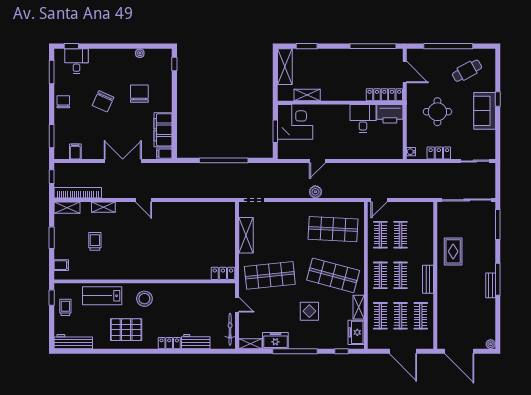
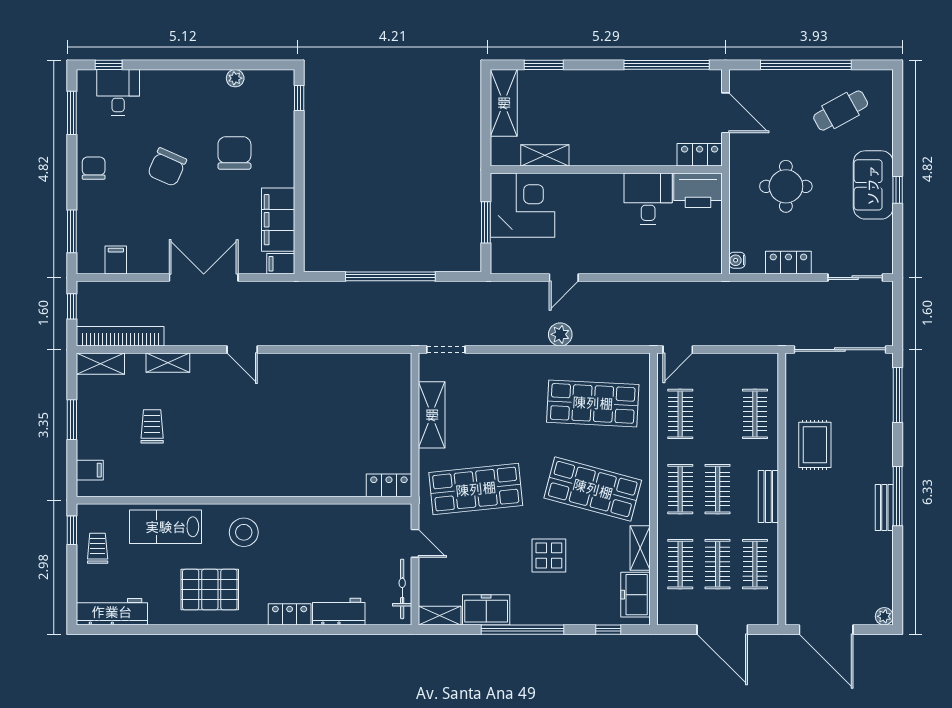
locker: (384, 95) -> (700, 155), width x0.66
window: (498, 99) -> (898, 190), moved
clothes rail: (401, 235) -> (755, 414), moved

